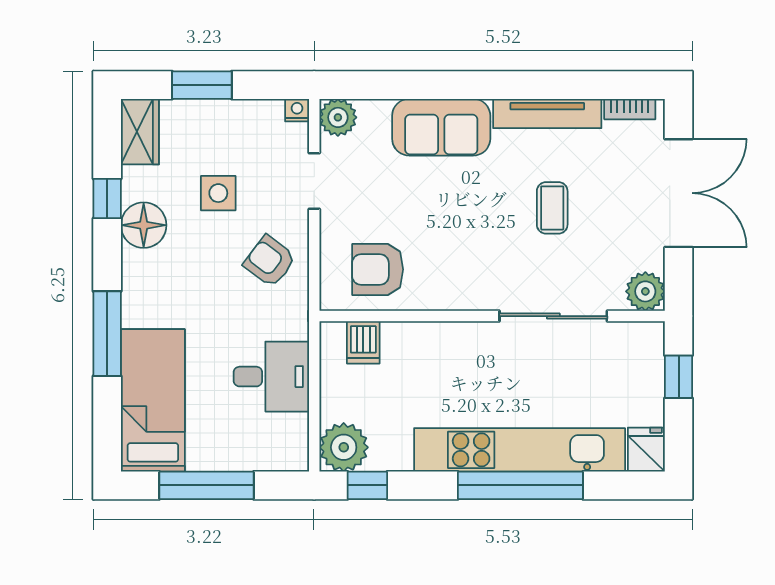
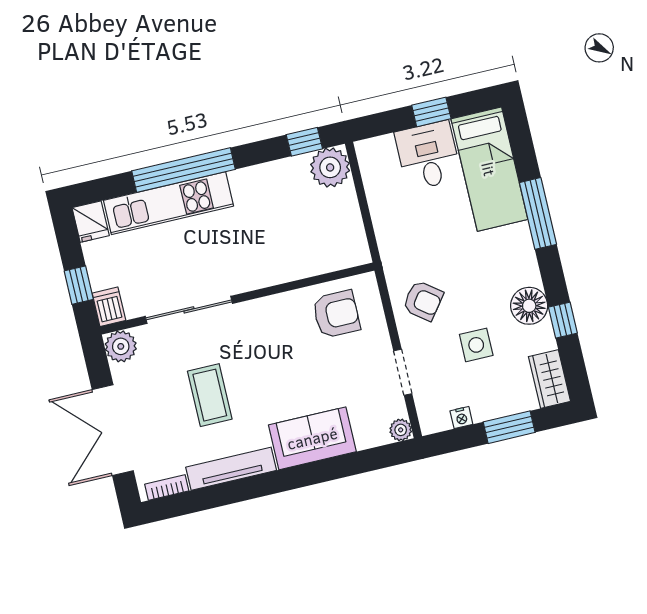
nightstand: (297, 110) -> (461, 418), moved
plant: (338, 117) -> (401, 430), width x0.73, depth x0.73
coffee table: (552, 208) -> (210, 395), width x1.36, depth x1.30
dishwasher: (363, 342) -> (109, 307), moved
desk: (271, 377) -> (428, 156), moved, turned 90
kitchen unit: (520, 450) -> (168, 203), width x0.73
window: (207, 485) -> (431, 112), width x0.46

